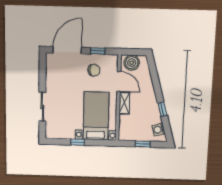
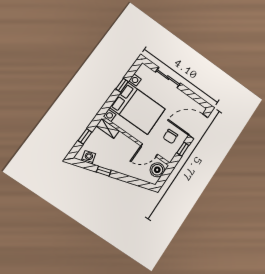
door: (67, 50) -> (198, 126), swing flipped
shelving: (124, 103) -> (108, 128), moved
bed with nightstands: (96, 116) -> (138, 108), width x1.36

